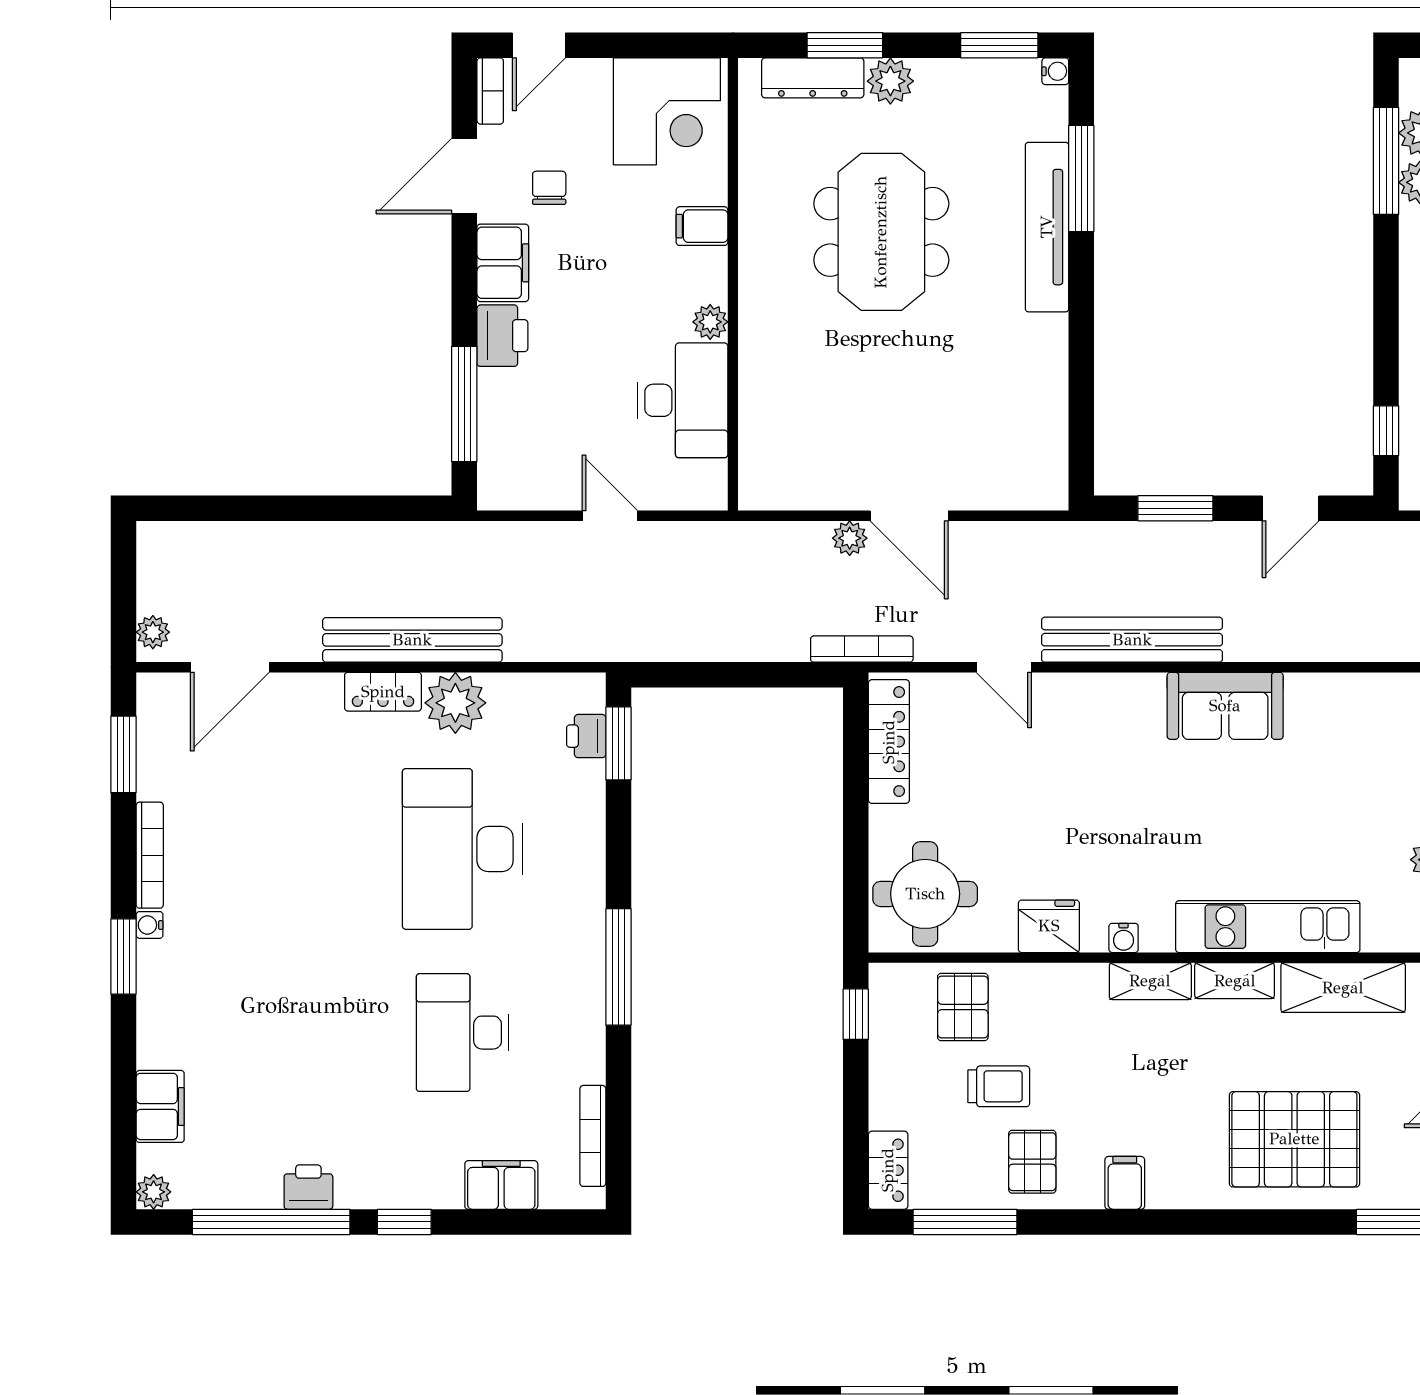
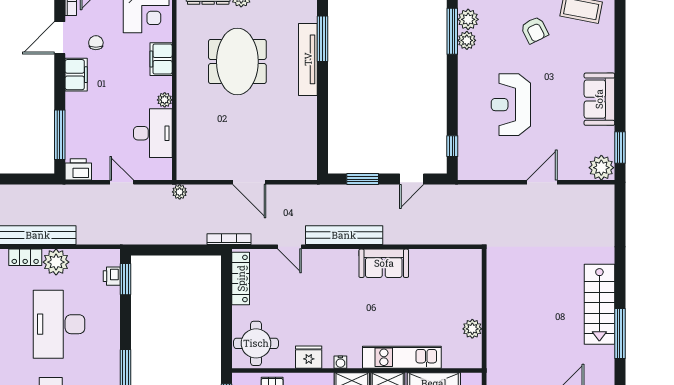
filing cabinet: (702, 226) -> (161, 59), width x2.00
printer: (502, 336) -> (78, 169), moved, turned -90
plant: (850, 538) -> (180, 192), moved

